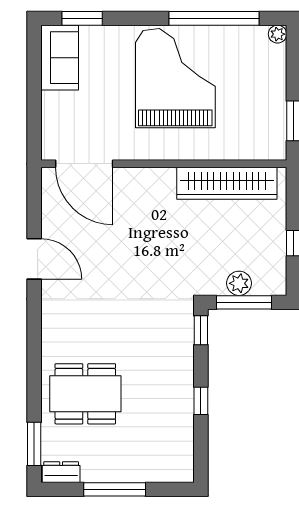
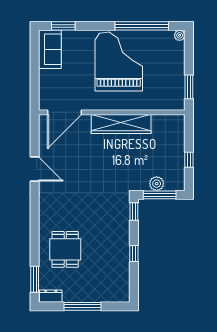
door: (84, 164) -> (64, 112), hinge flipped
wardrobe: (227, 183) -> (121, 124), moved
dining table: (85, 394) -> (65, 249), width x0.73

